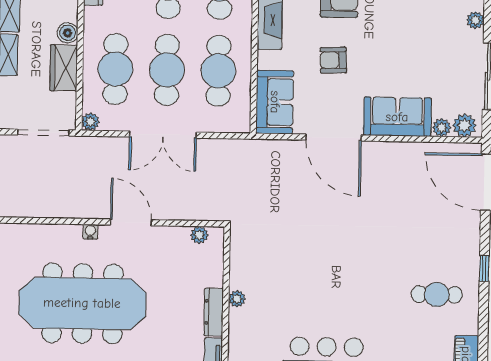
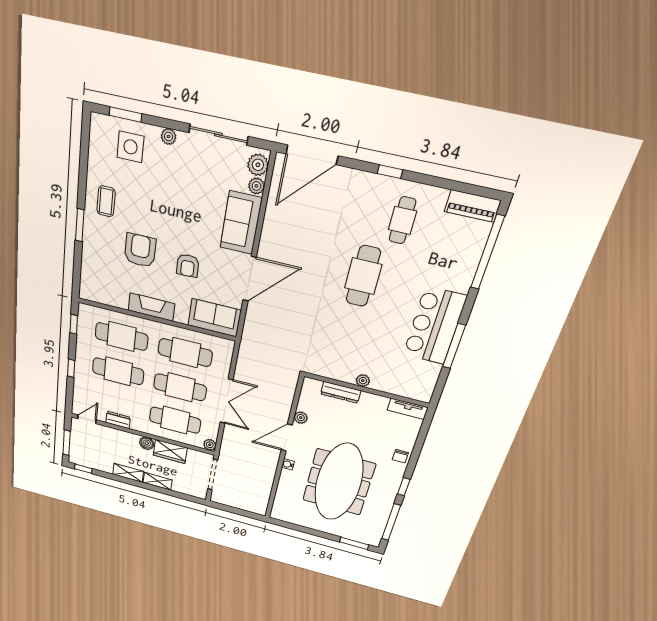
plant: (199, 235) -> (301, 418), moved
cafe table: (366, 268) -> (363, 276), added
dresser: (214, 312) -> (341, 392), moved

